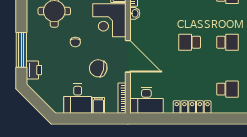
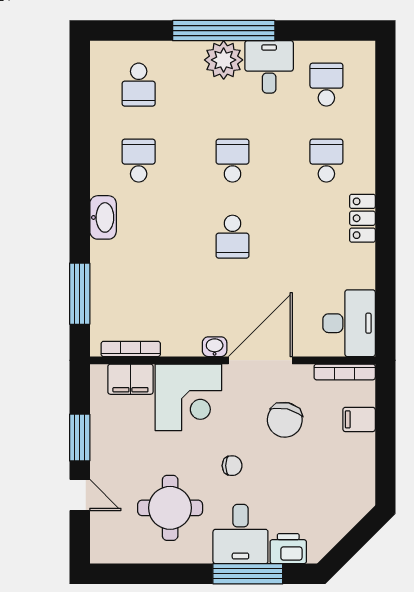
washbasin: (135, 13) -> (215, 347), moved
desk: (78, 99) -> (240, 534), moved, turned 90
locker: (192, 107) -> (362, 218), width x0.66

